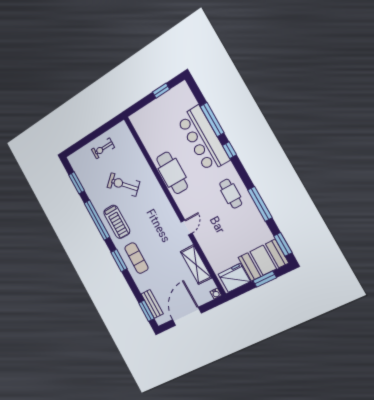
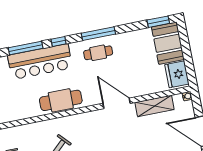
window: (260, 204) -> (98, 34), moved
door: (187, 227) -> (117, 103), width x1.87
window: (265, 279) -> (186, 47), removed

